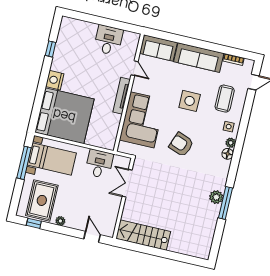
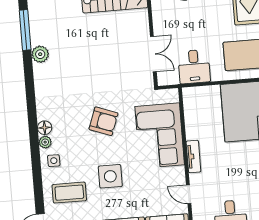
tv unit: (122, 96) -> (193, 156), width x0.71
coffee table: (225, 99) -> (69, 193), turned 90
plant: (216, 197) -> (40, 54), moved
window: (225, 203) -> (25, 30), moved

